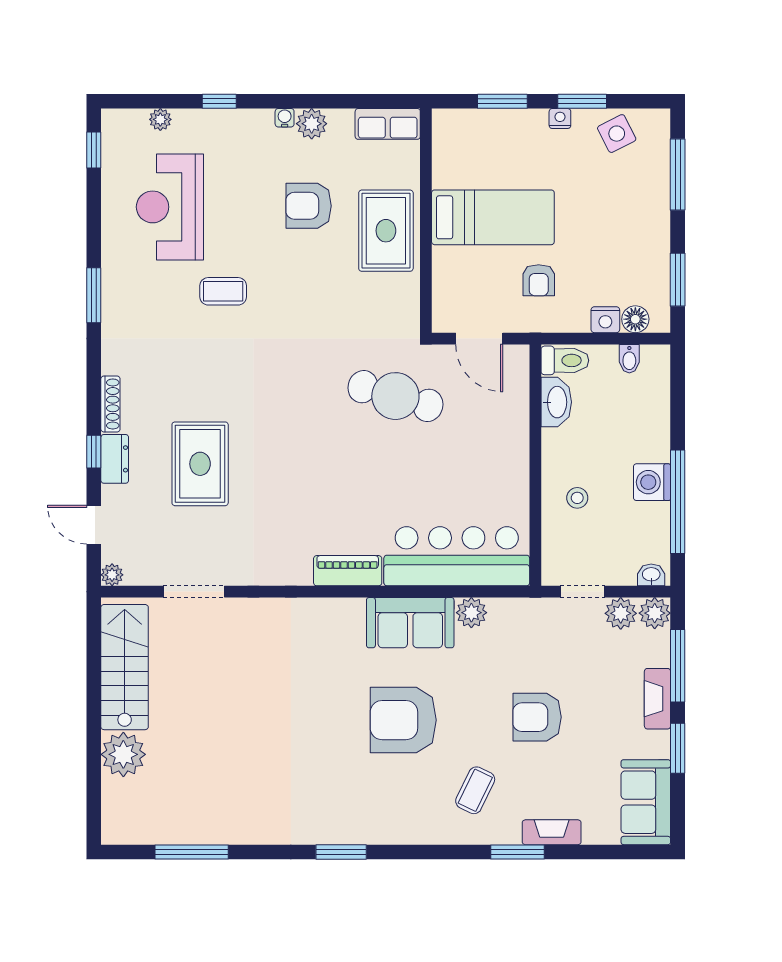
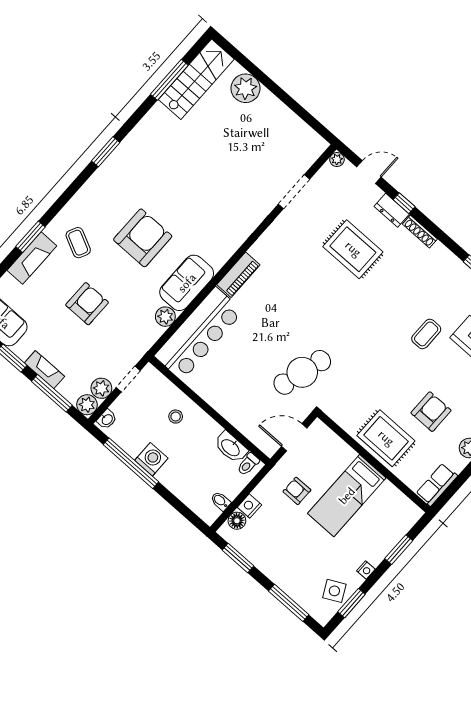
window: (582, 101) -> (351, 603), moved
toilet: (565, 360) -> (248, 464), width x0.73, depth x0.72
stairs: (125, 667) -> (196, 79), moved, turned -90
fireplace: (552, 832) -> (32, 258), width x1.37, depth x1.32

